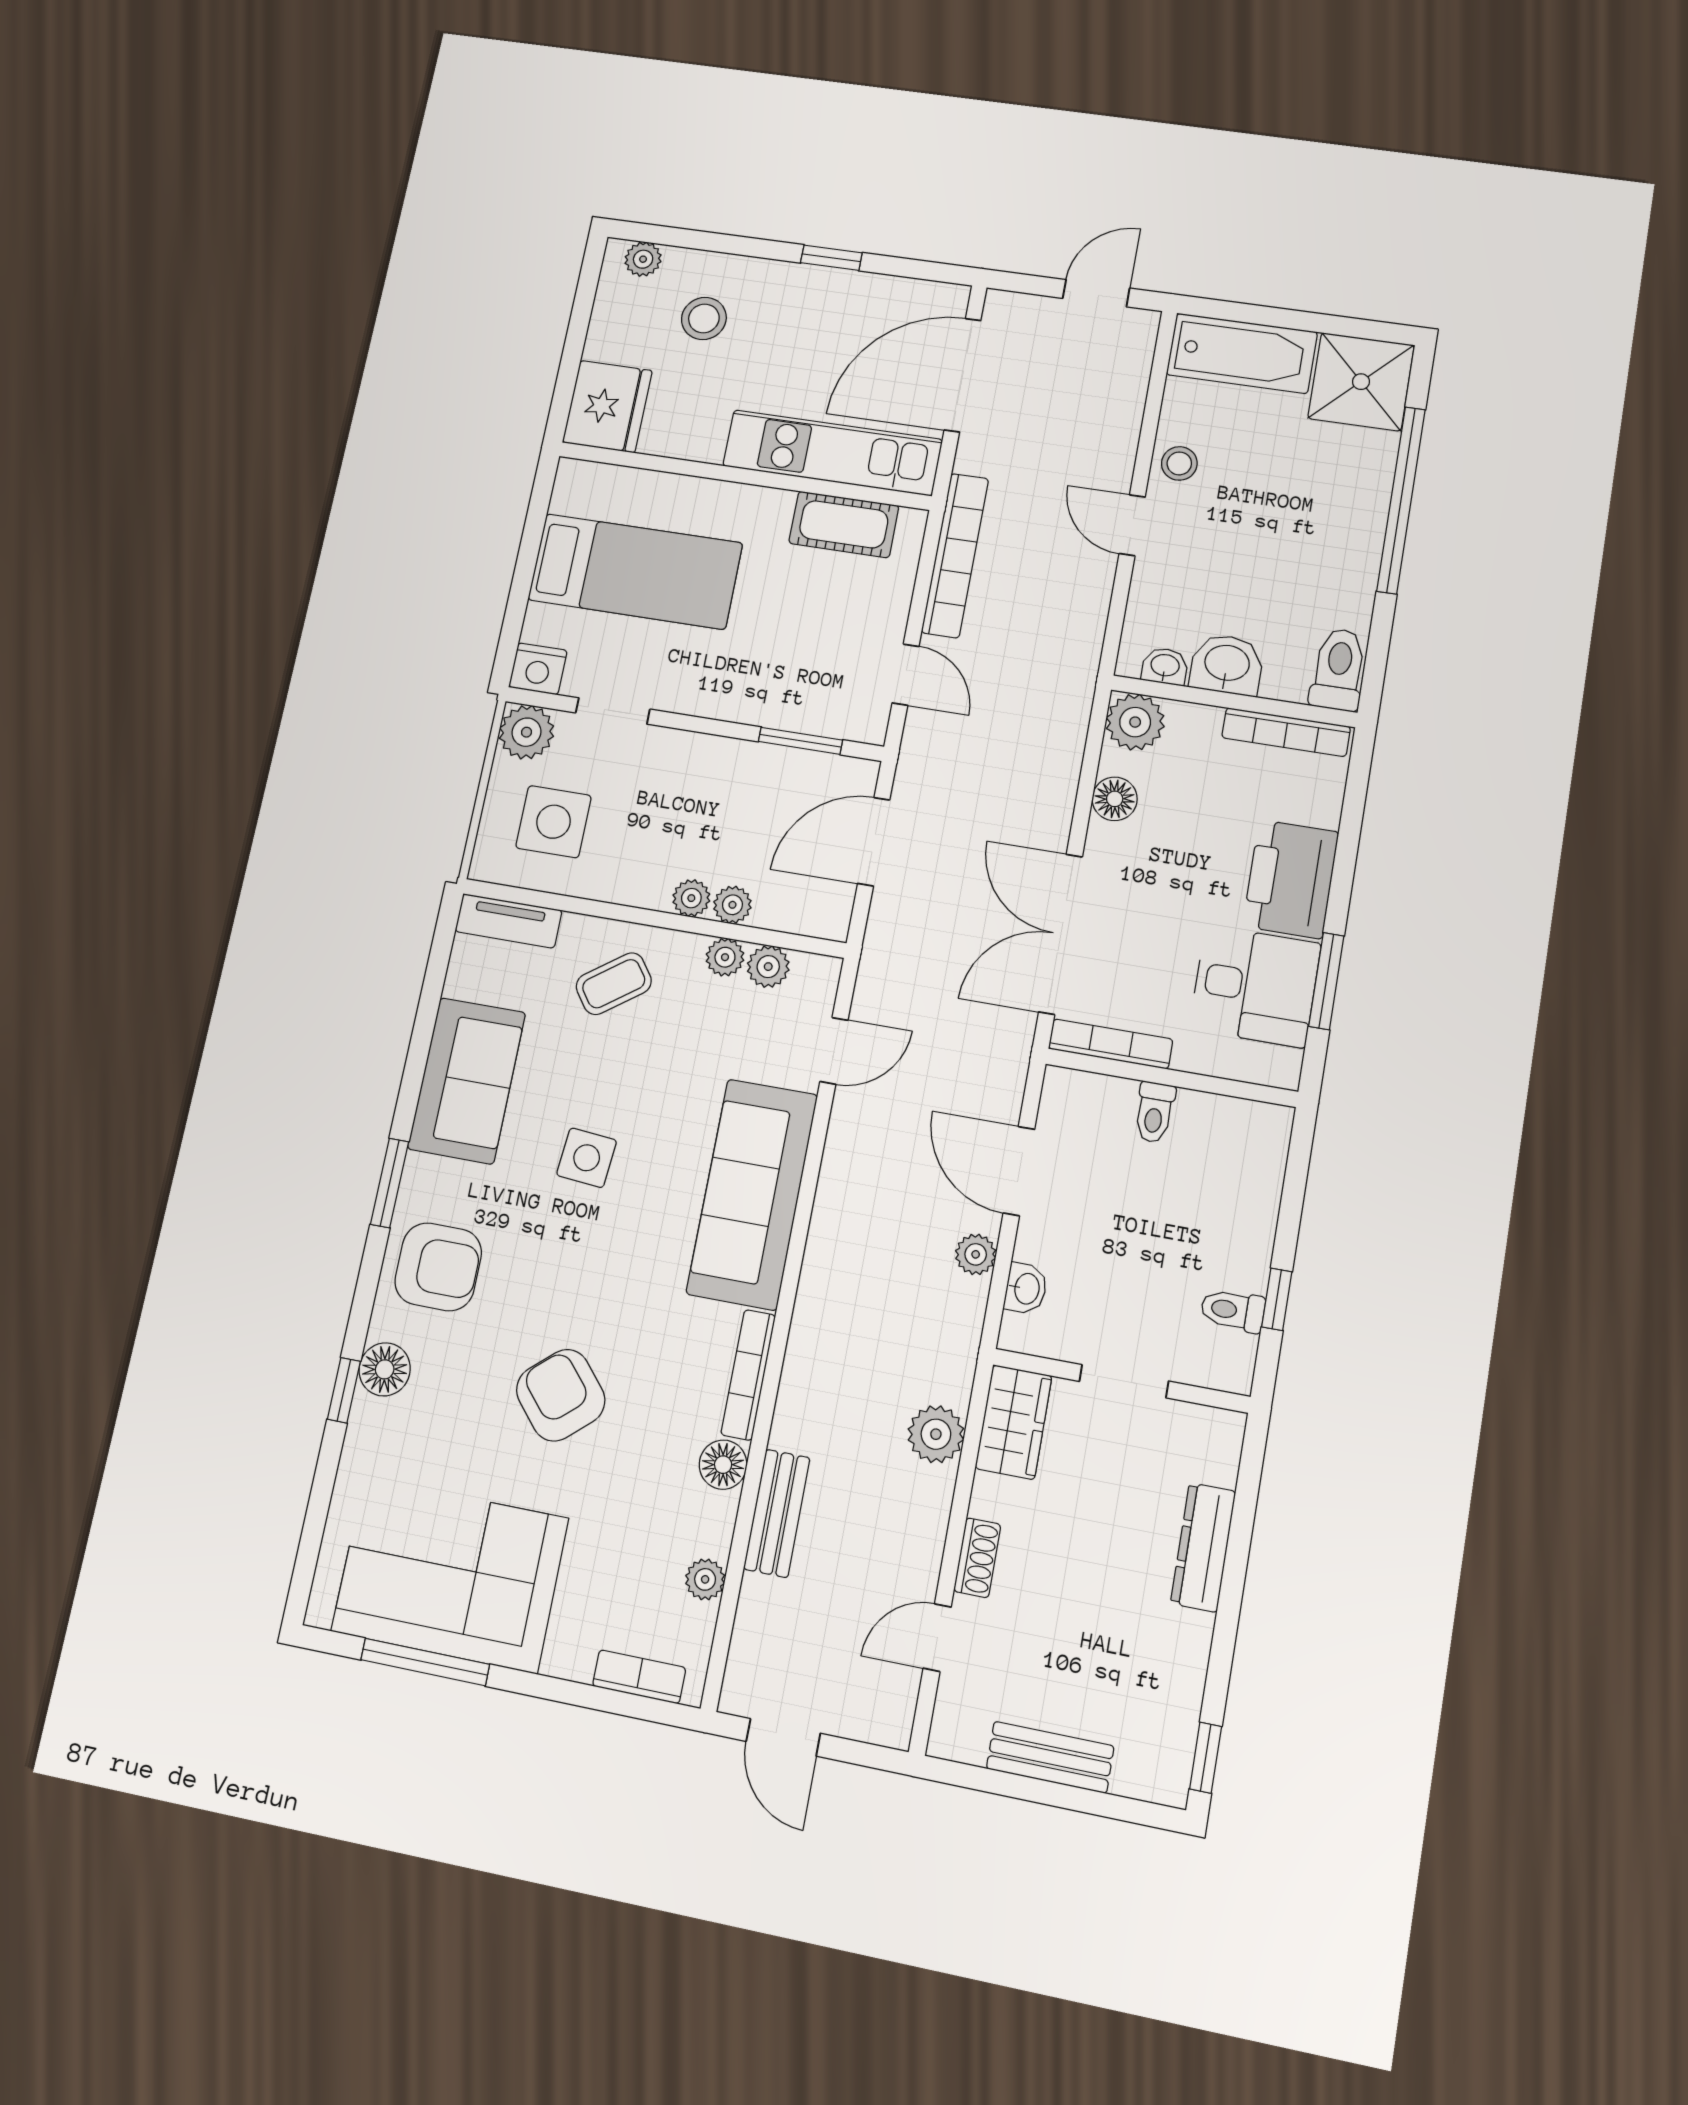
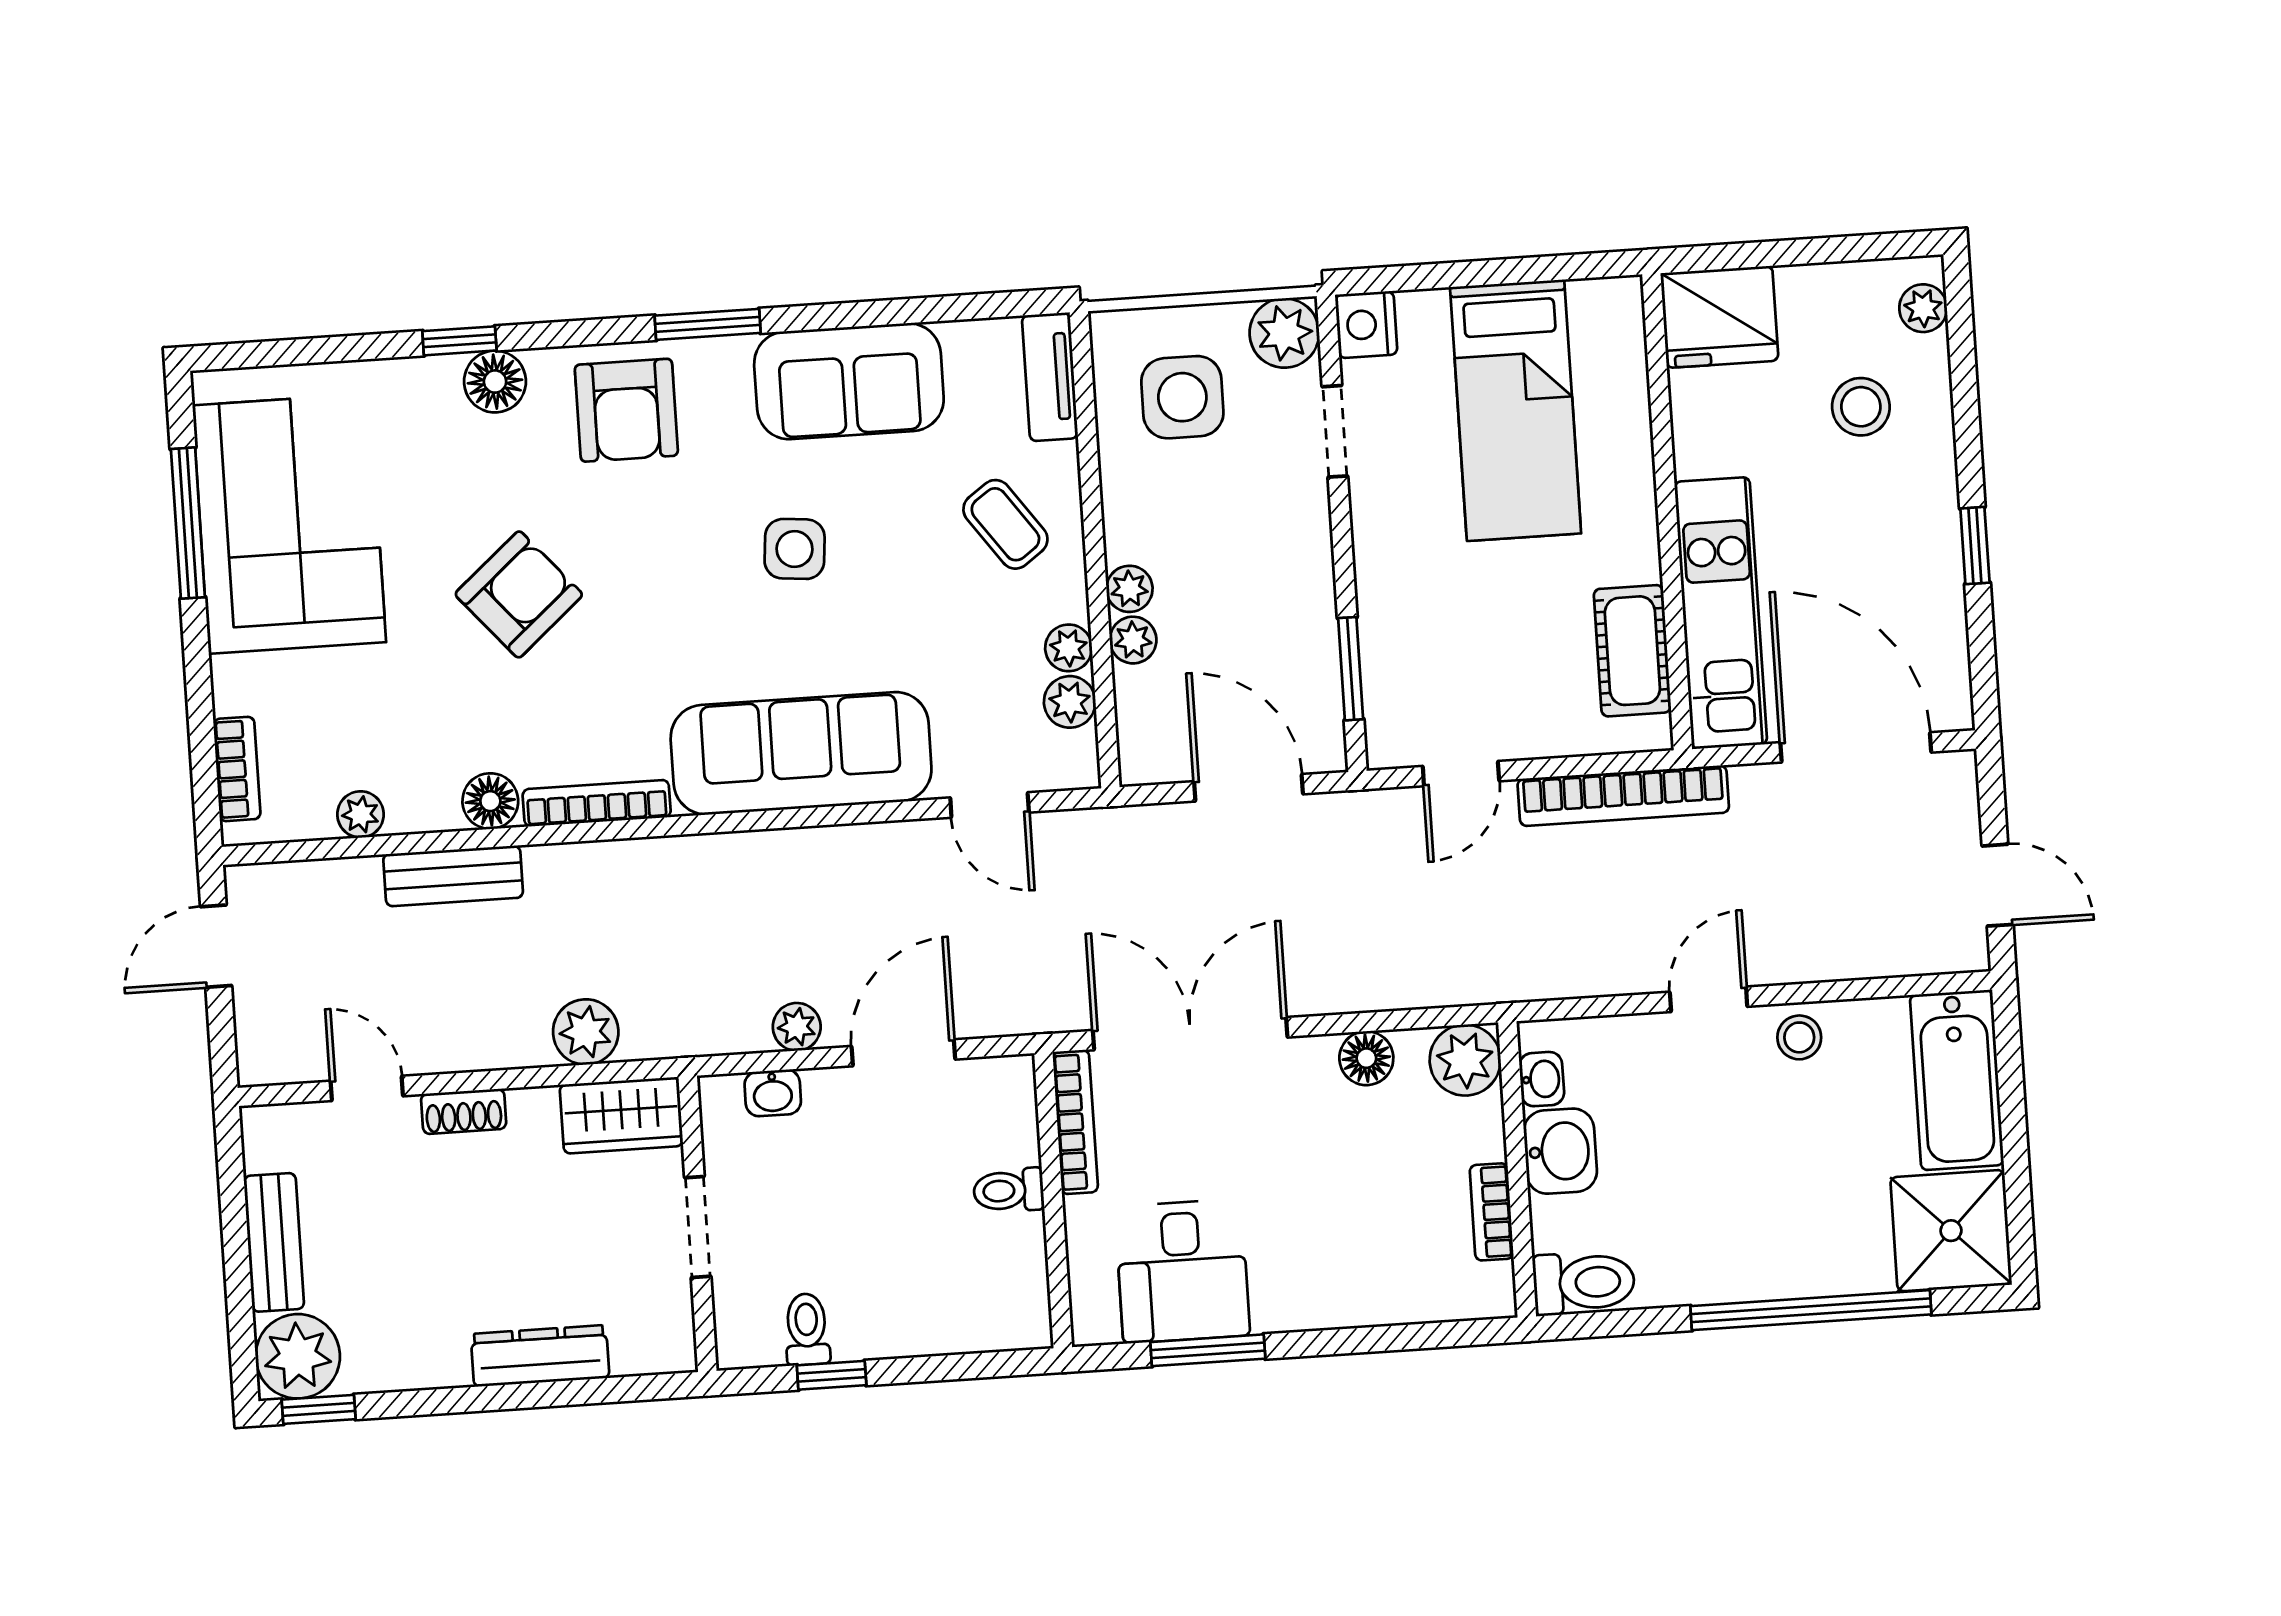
bookcase: (1286, 732) -> (1492, 1212), width x0.64
printer: (1291, 879) -> (1318, 1283), removed
plant: (1155, 1764) -> (298, 1356), added

